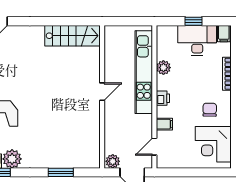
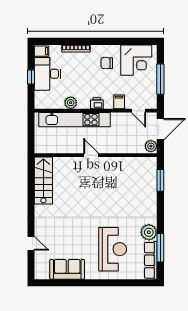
window: (61, 172) -> (160, 180), moved
window: (191, 172) -> (160, 79), added

